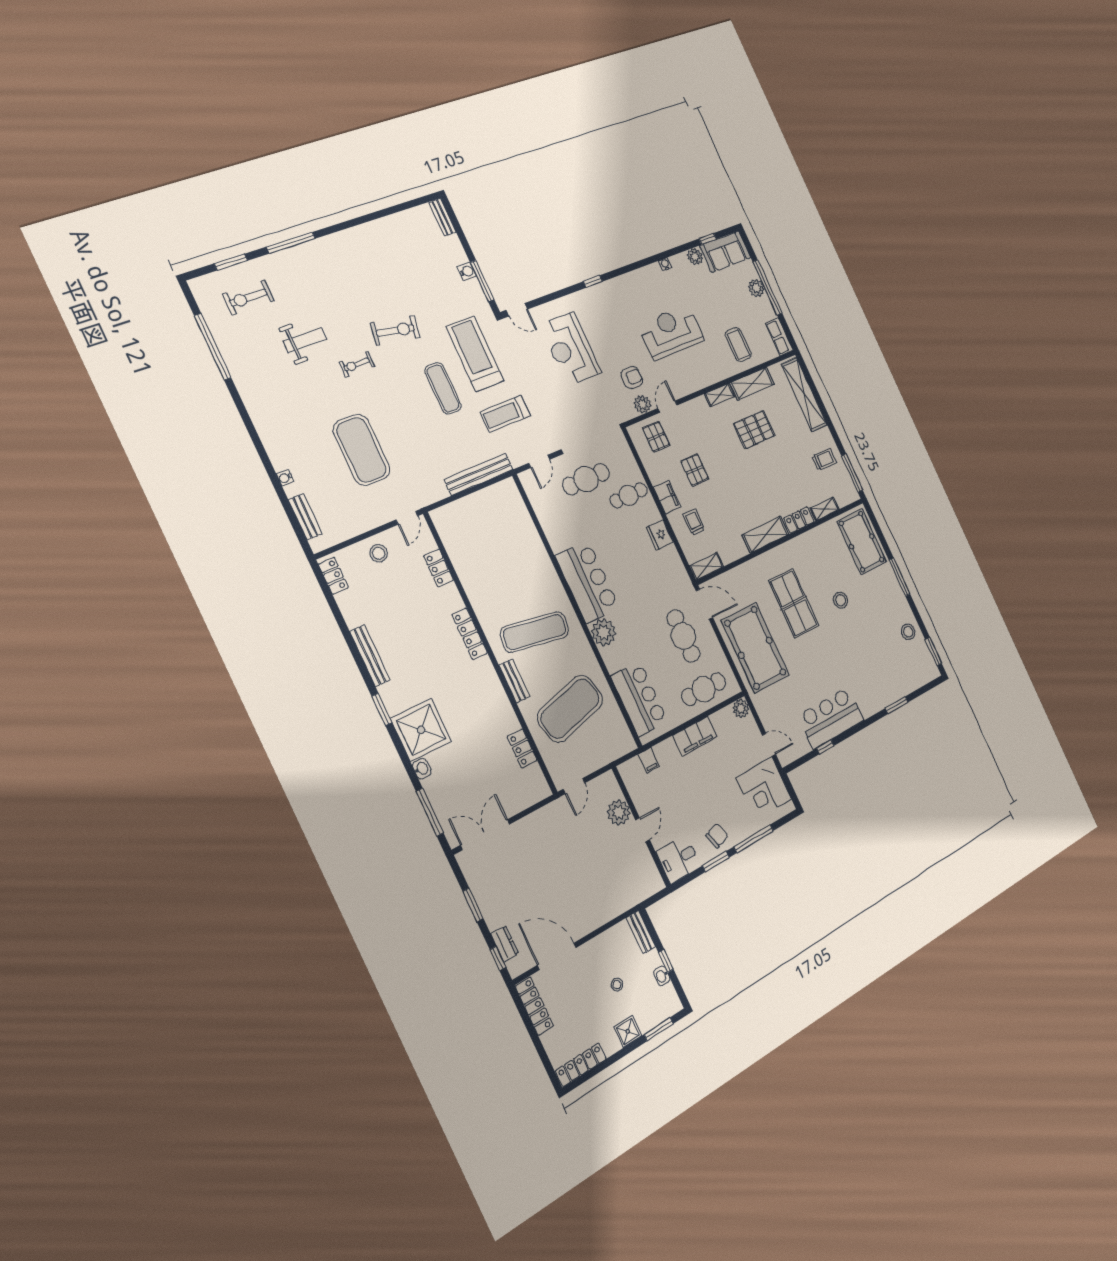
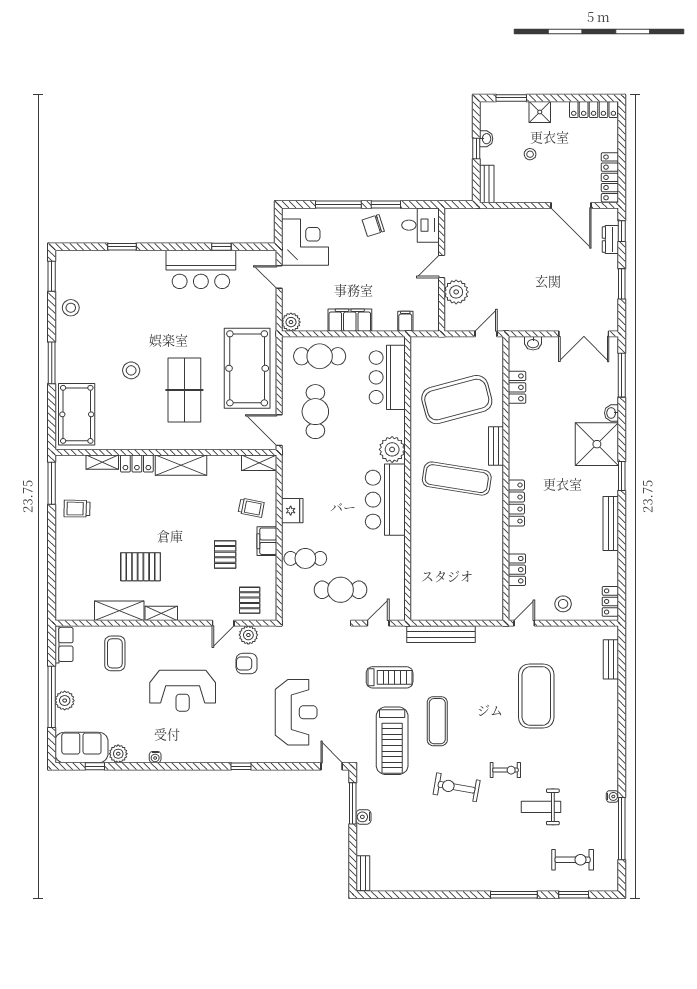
shelving: (804, 395) -> (66, 579), removed
water cooler: (285, 478) -> (612, 796), moved
trolley: (694, 522) -> (251, 508), turned -79
washbasin: (528, 800) -> (533, 343), added

